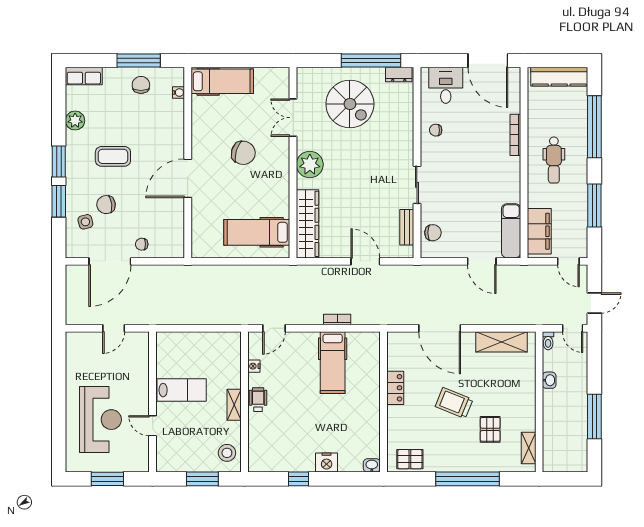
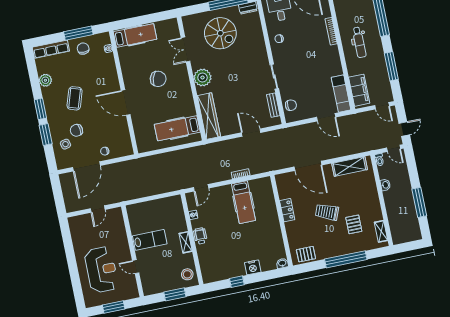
row of seats: (84, 76) -> (51, 49), width x1.48
coffee table: (113, 156) -> (75, 98), turned -72
door: (188, 178) -> (126, 103), hinge flipped

